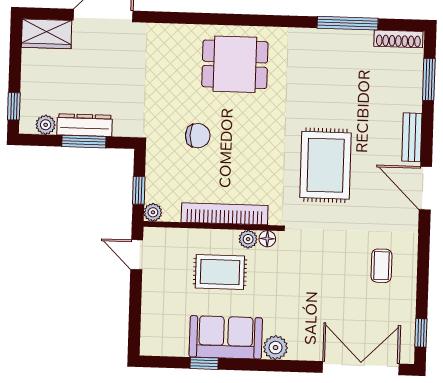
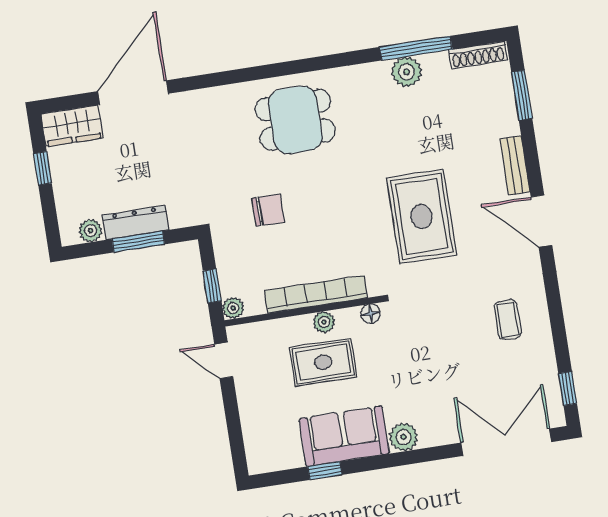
plant: (336, 42) -> (407, 72), added
window: (14, 106) -> (43, 168), moved
plant: (248, 239) -> (324, 322), moved

